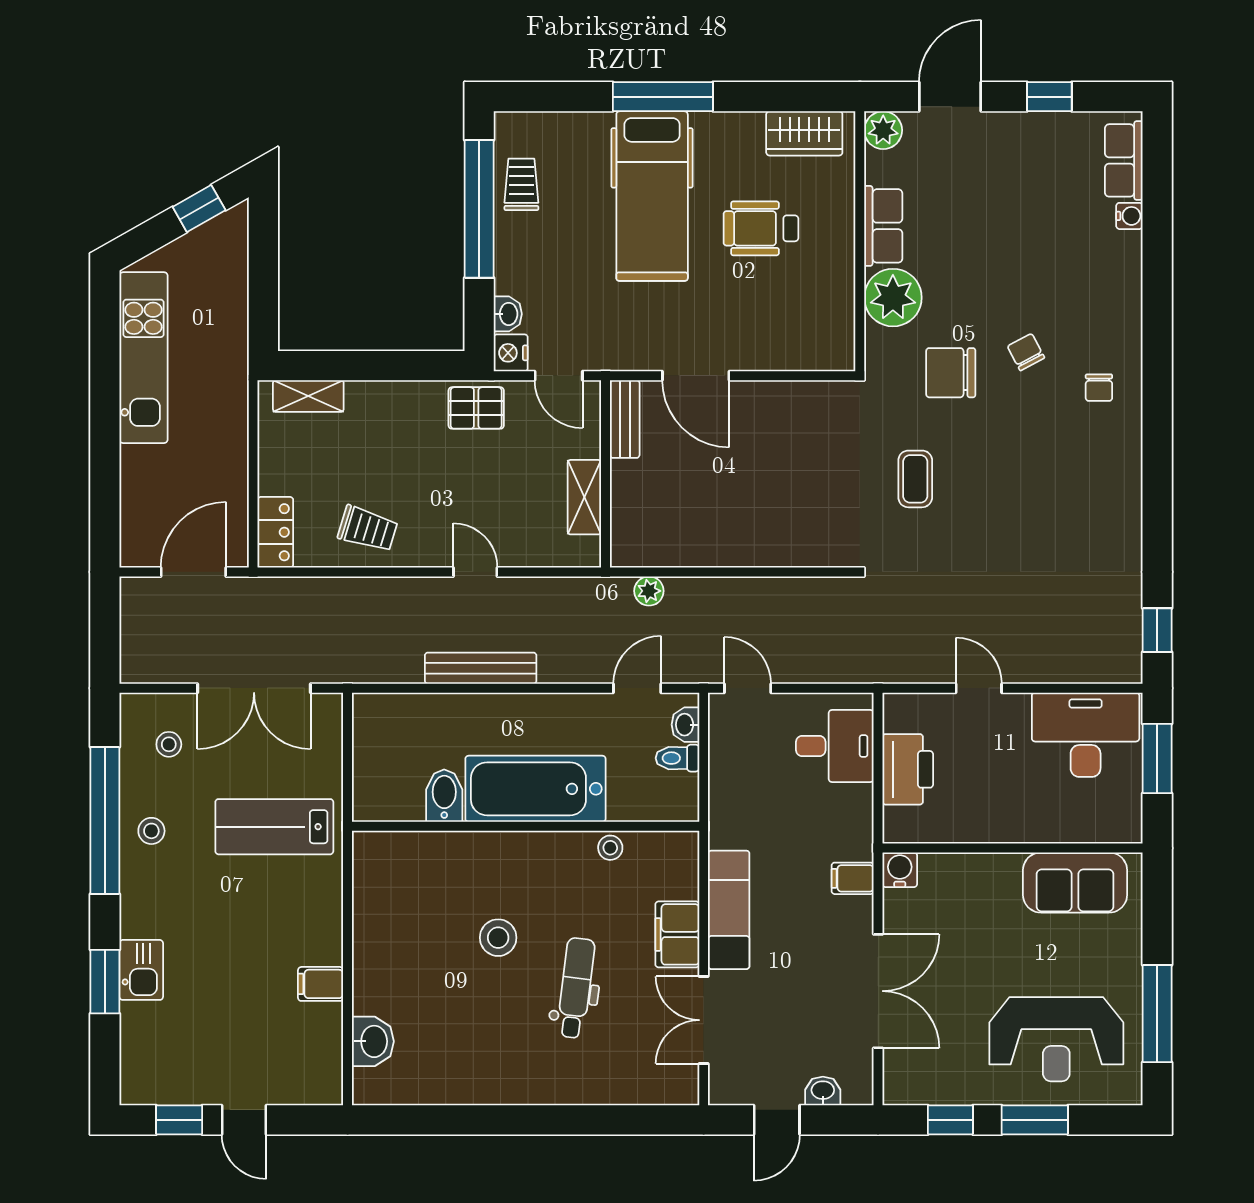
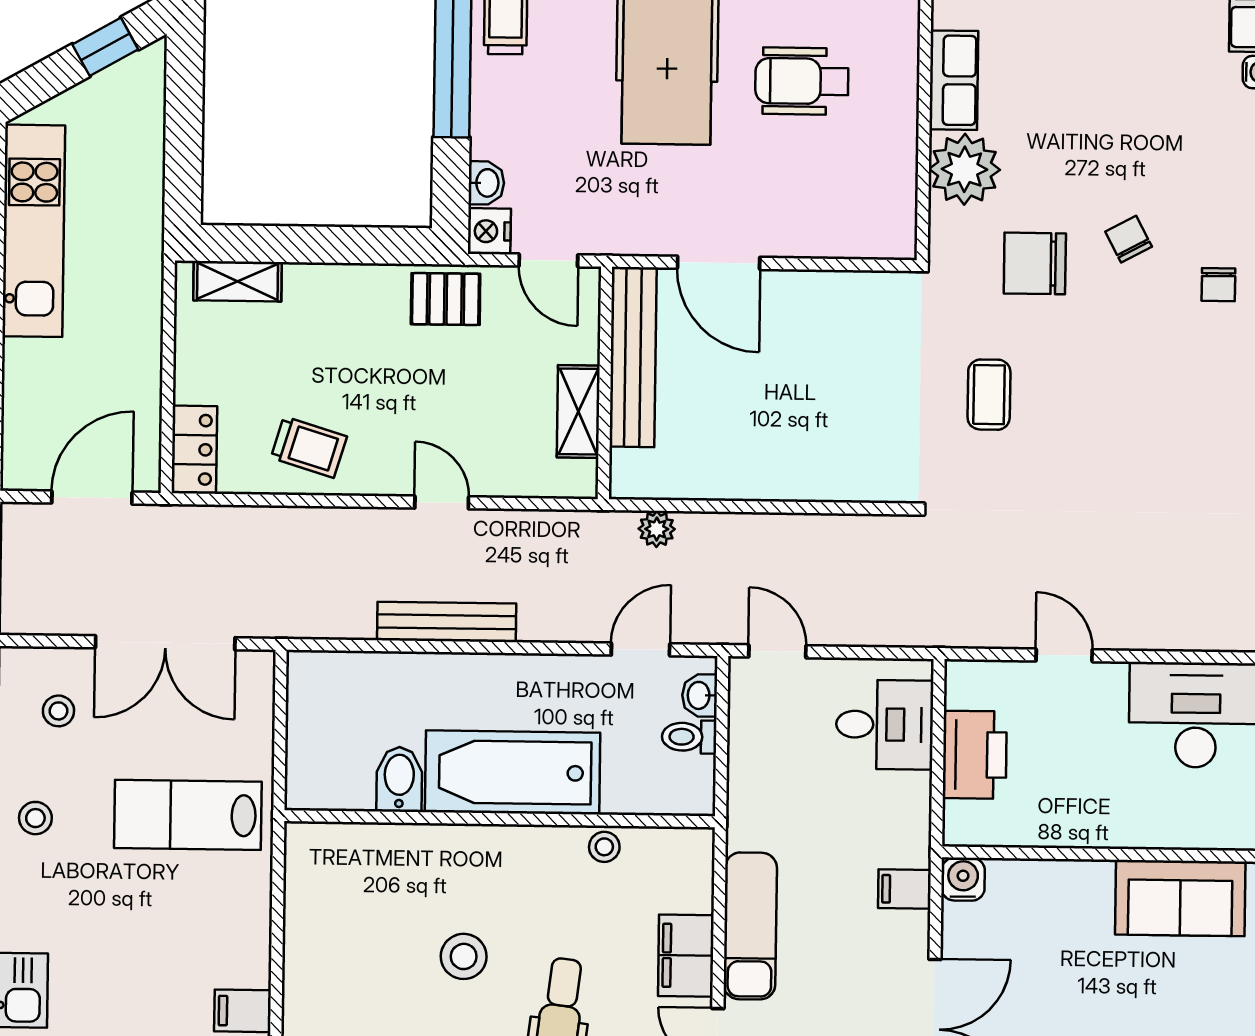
bench: (625, 419) -> (633, 357), width x1.86, depth x1.21

